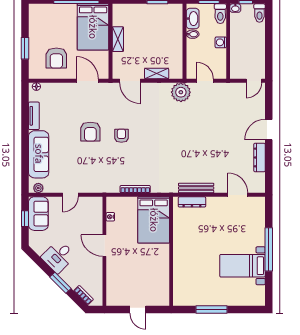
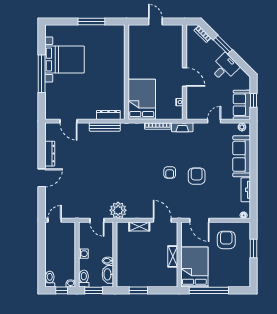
fireplace: (107, 188) -> (182, 127), added
bed with nightstands: (243, 266) -> (64, 59), width x1.36

